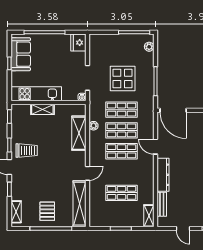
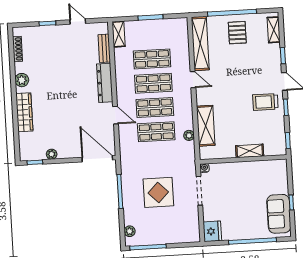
kitchen unit: (36, 94) -> (258, 169), removed
shop shelf: (121, 110) -> (153, 83), moved
door: (87, 173) -> (193, 80), swing flipped

